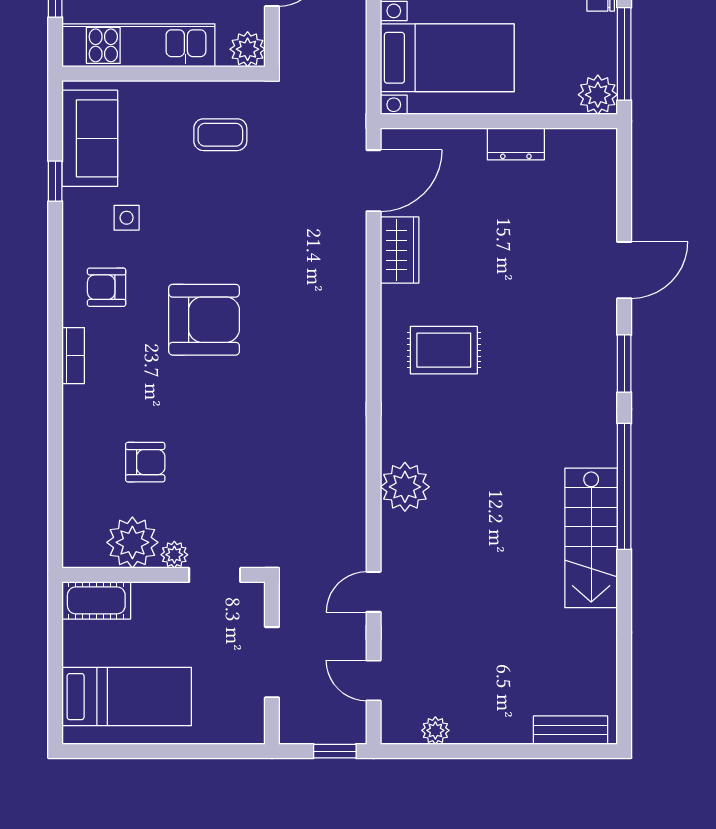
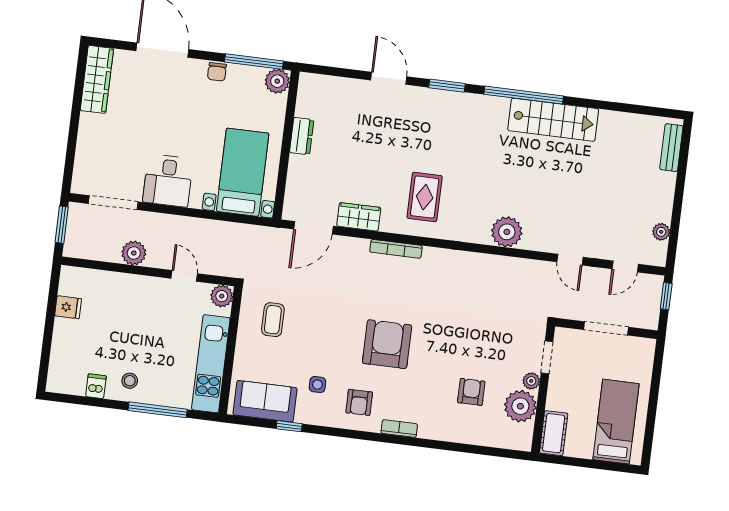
door: (374, 181) -> (313, 228), swing flipped
bookcase: (356, 315) -> (396, 249), added

